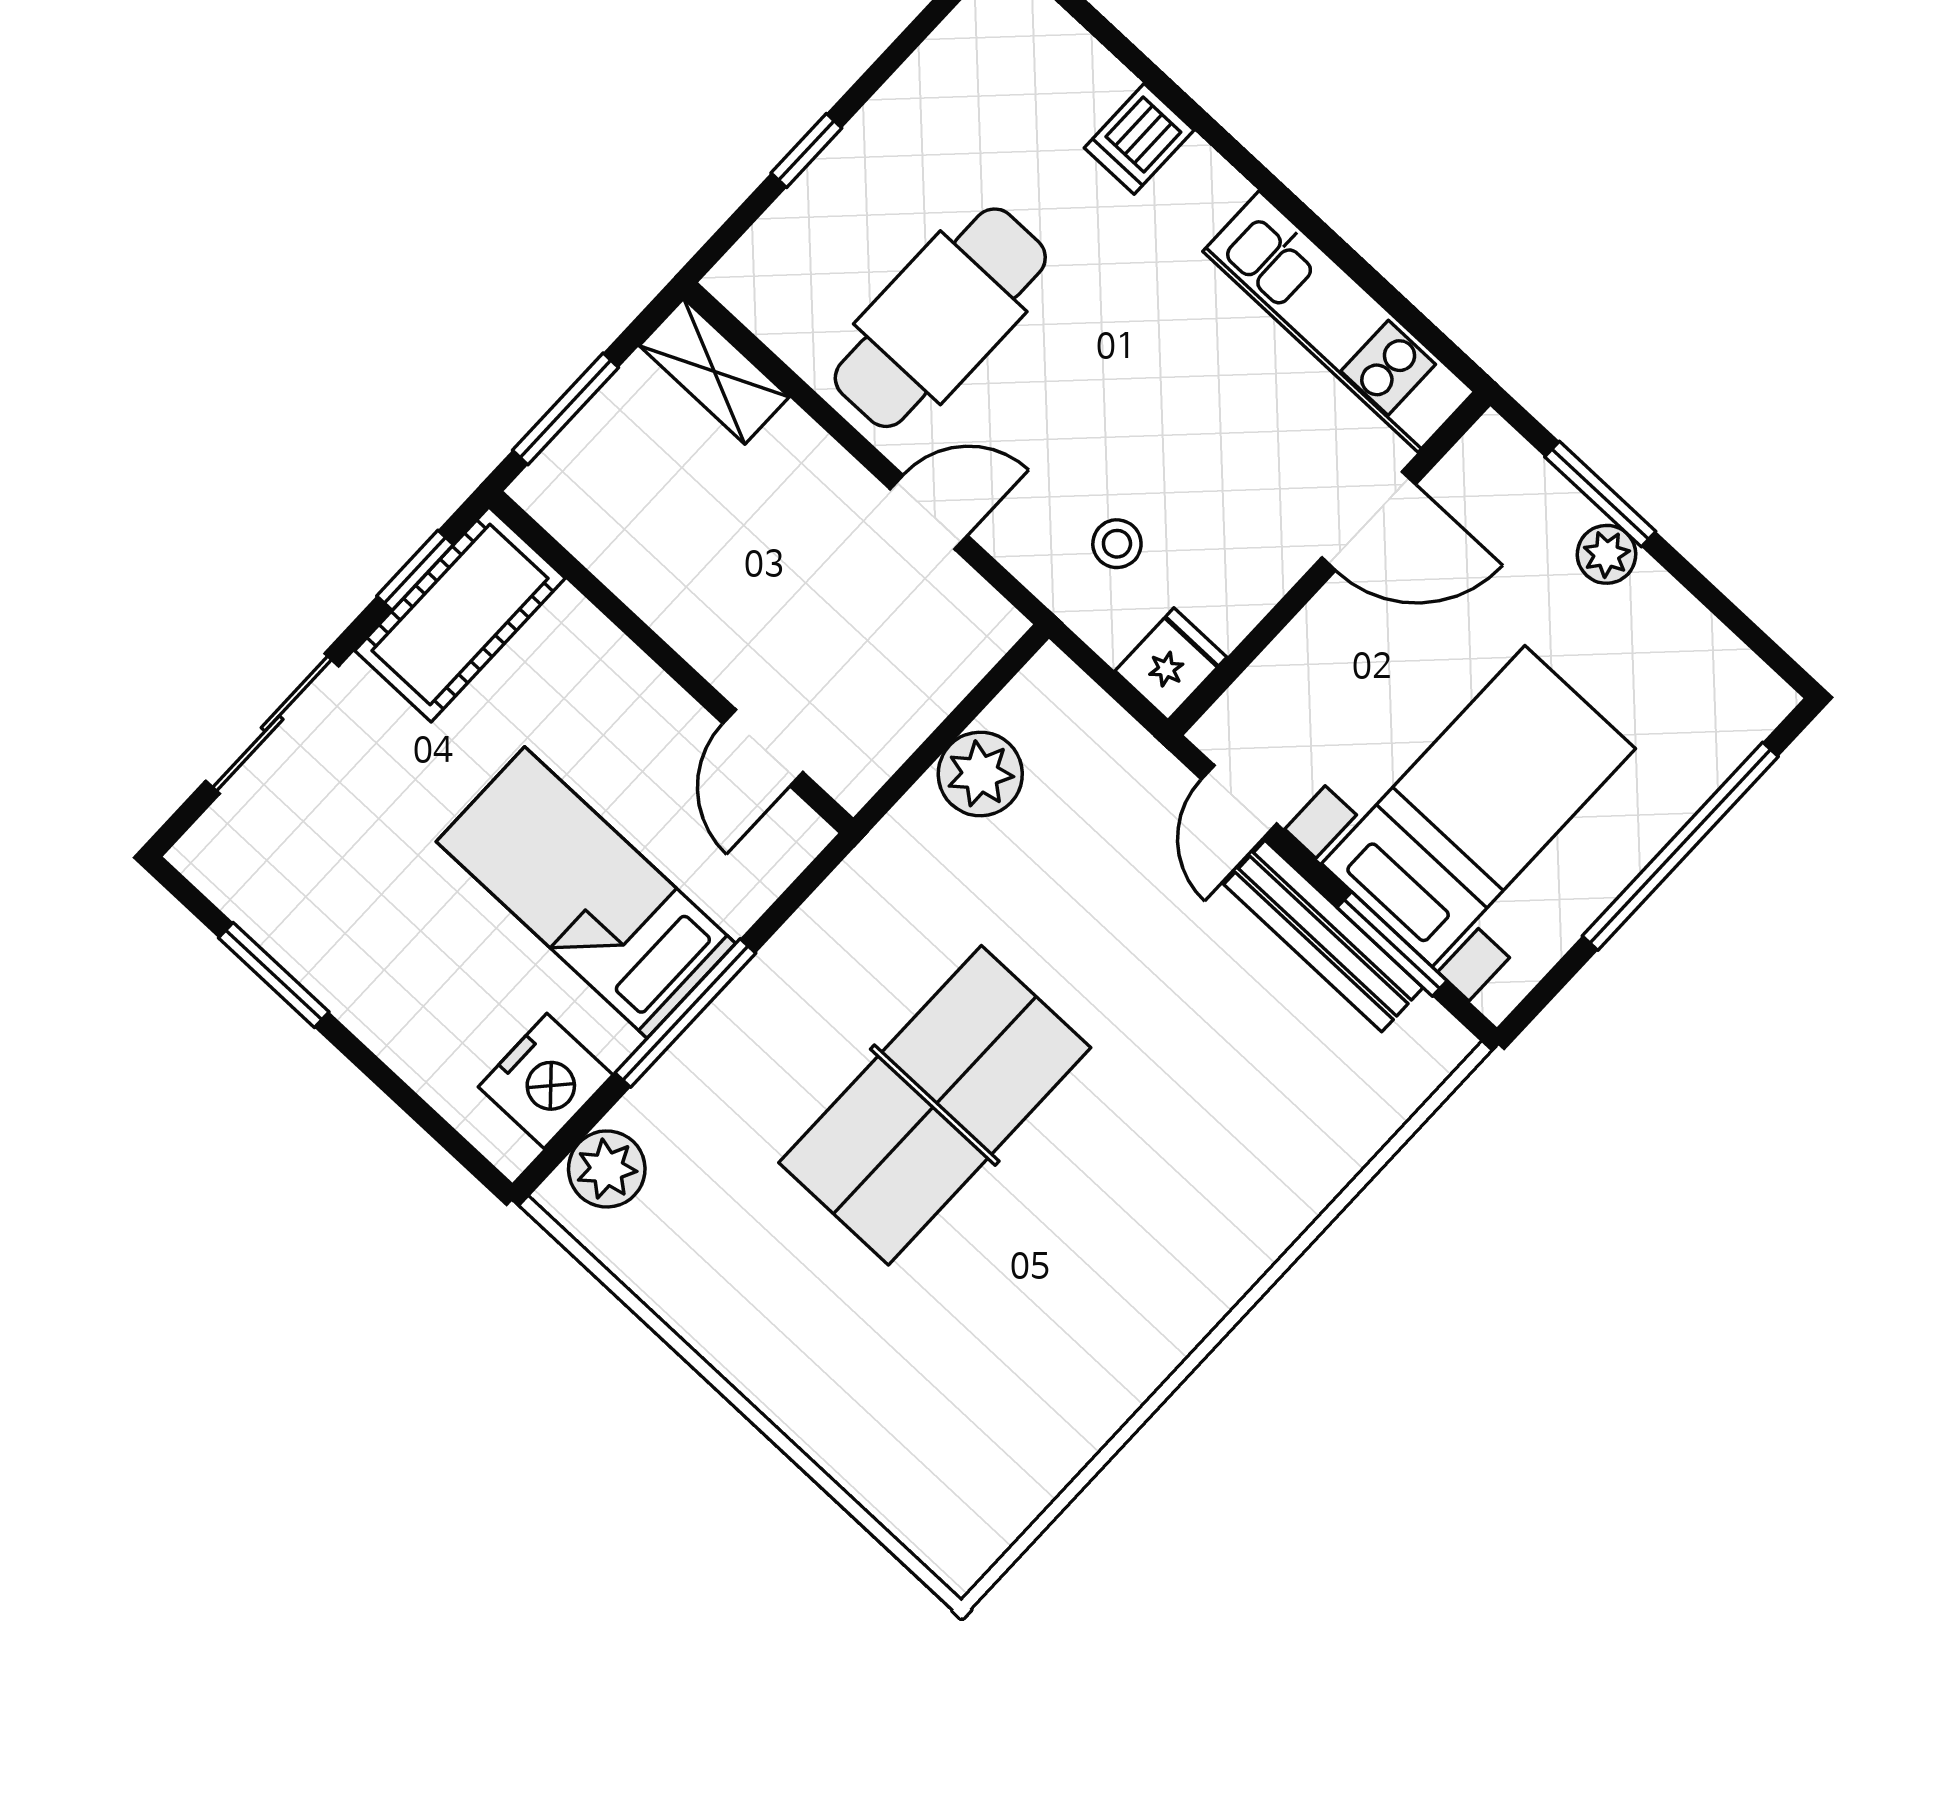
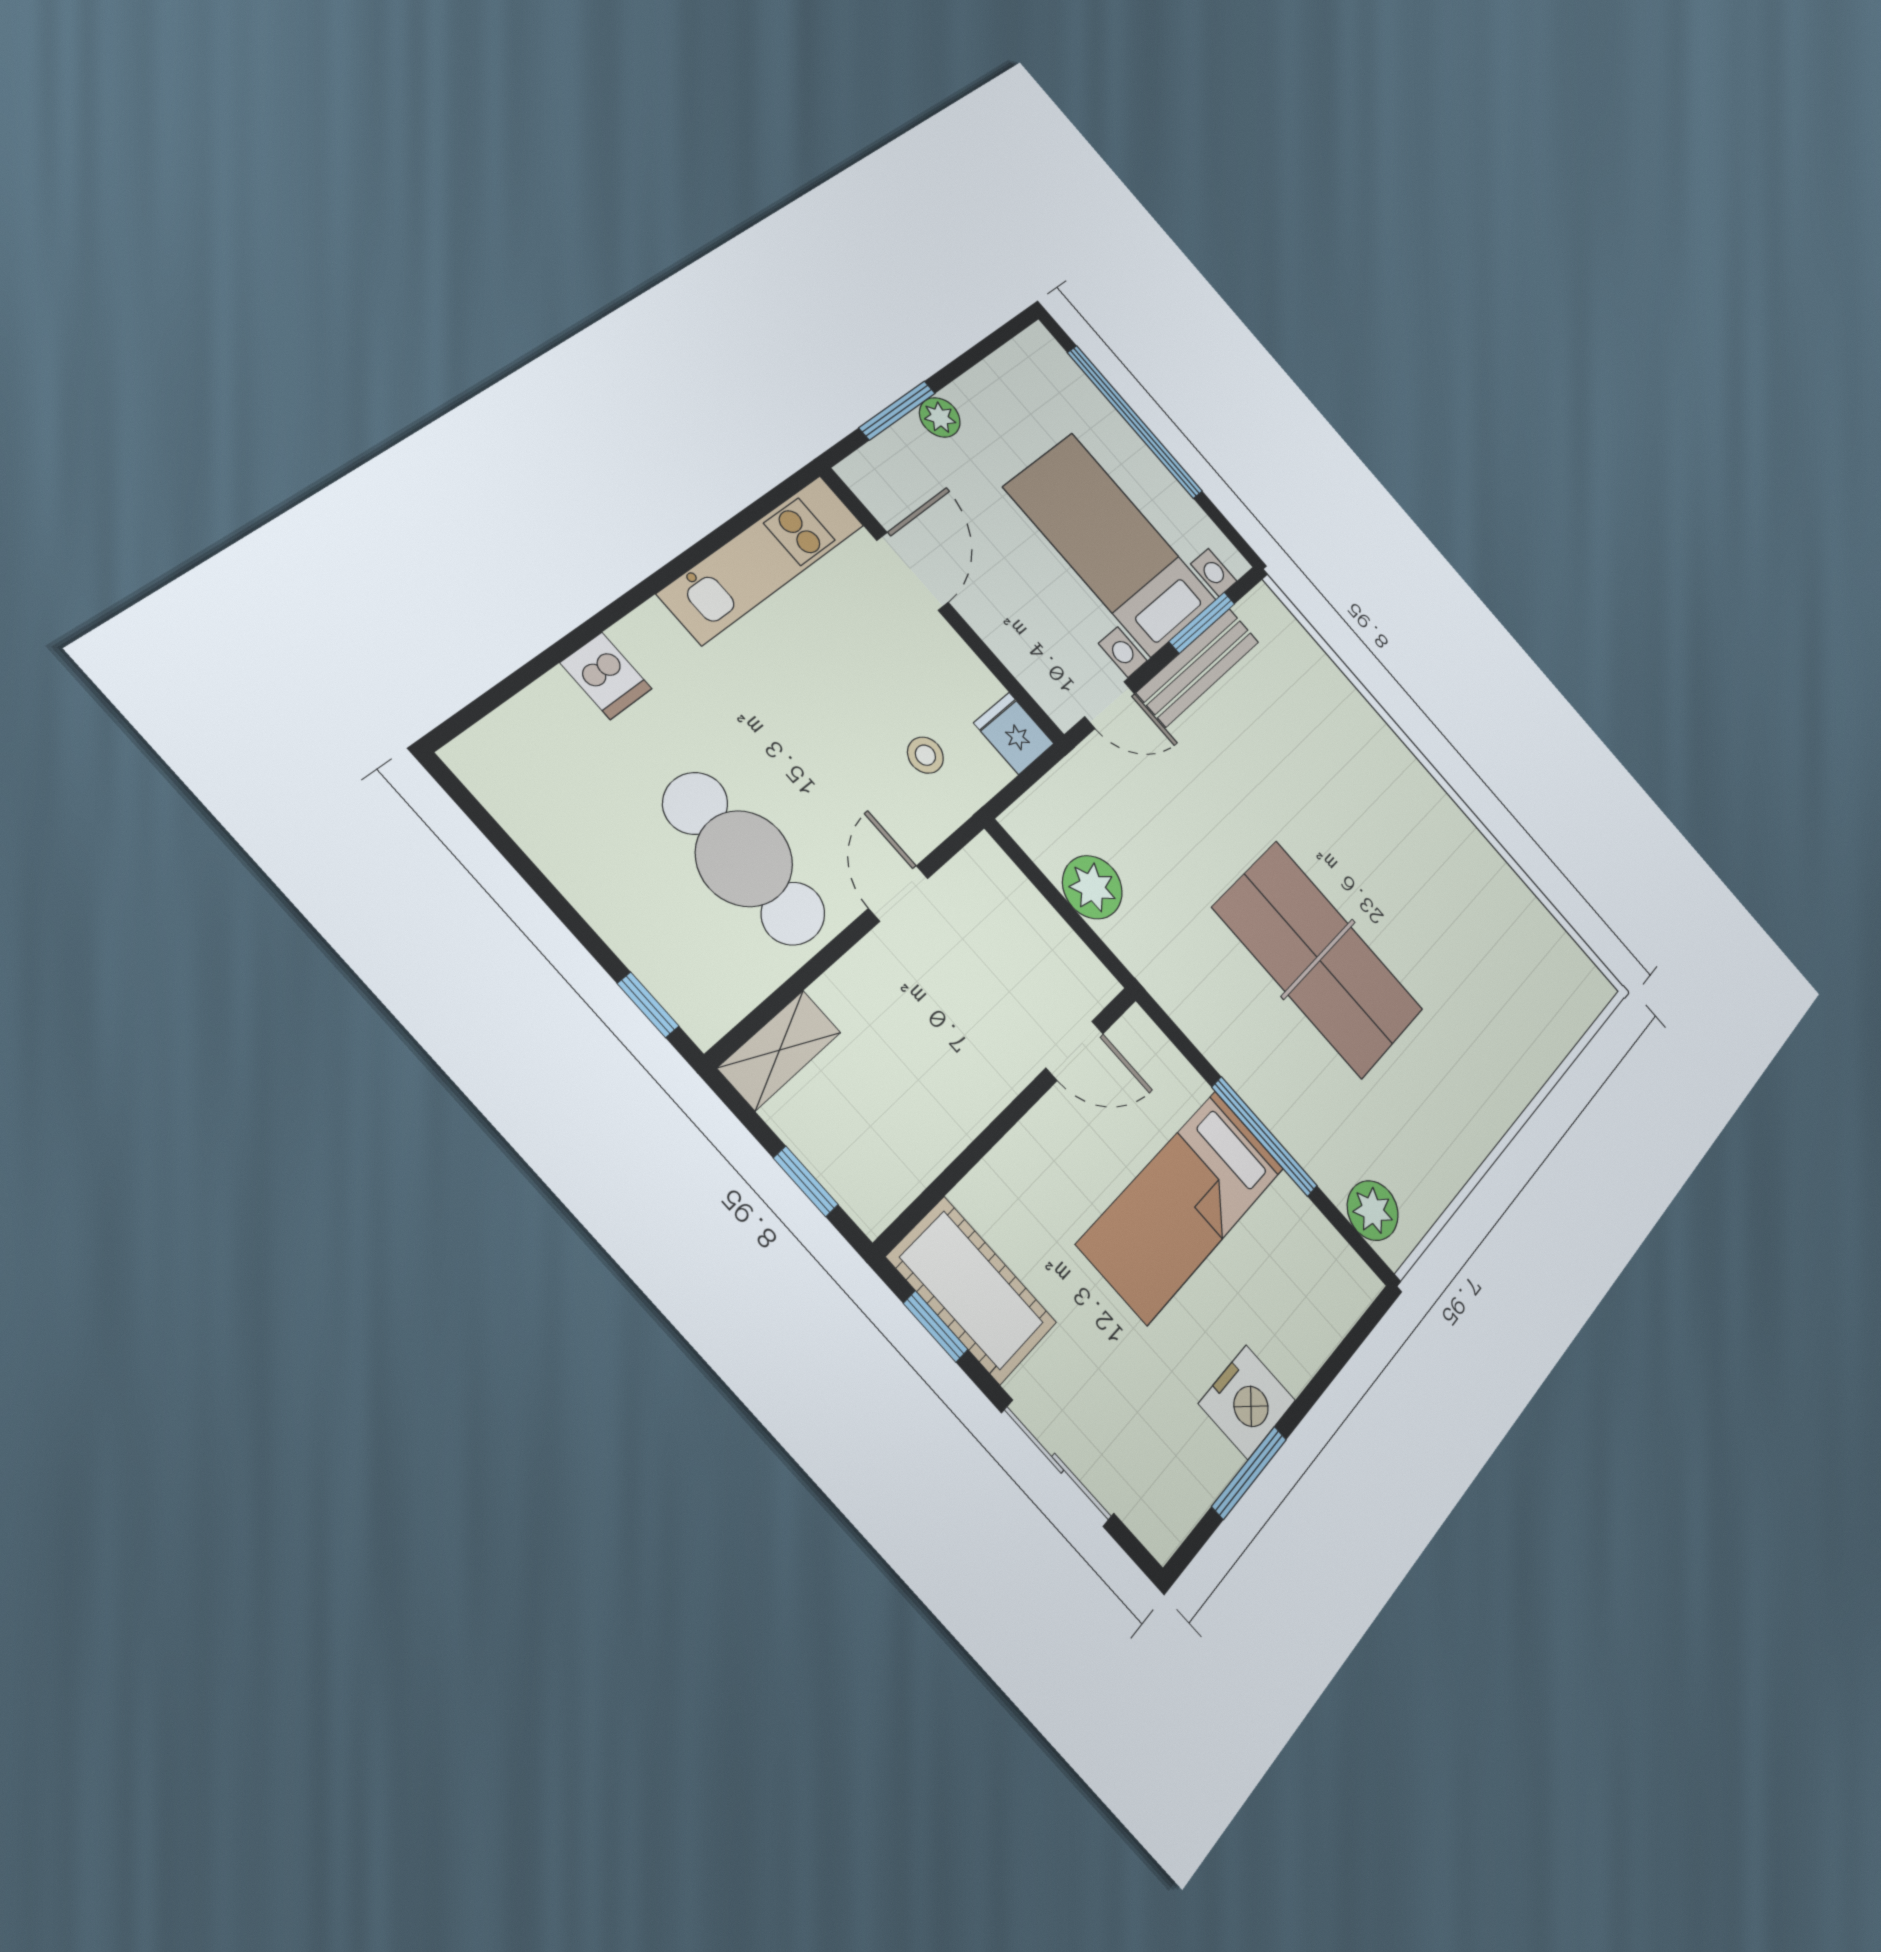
window: (806, 150) -> (648, 1005), moved
window: (566, 409) -> (806, 1181), width x0.67
nightstand: (546, 1081) -> (1247, 1402), moved, turned 90

